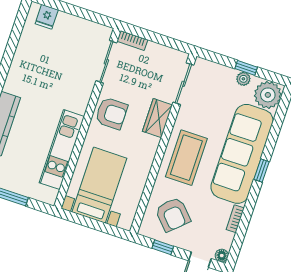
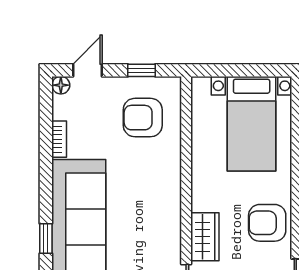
coffee table: (186, 158) -> (150, 198), removed
window: (262, 171) -> (46, 239), moved
armchair: (173, 214) -> (143, 118), turned -47

